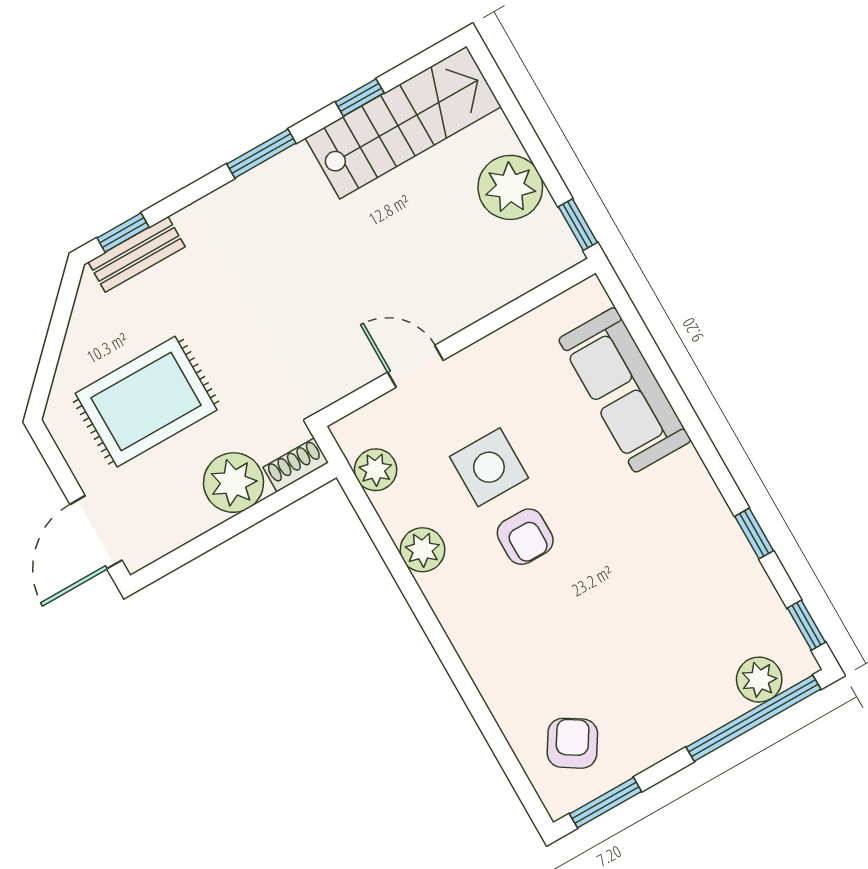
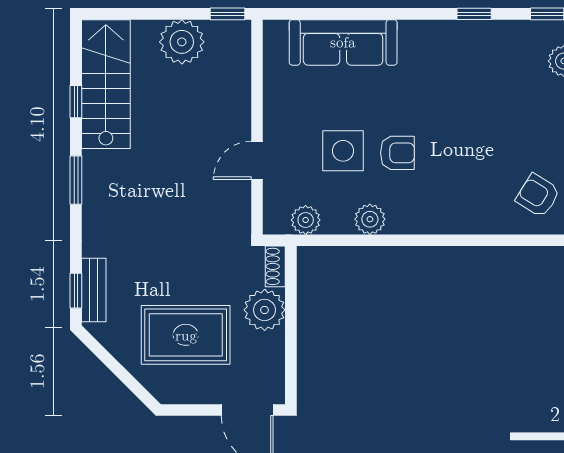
rug: (146, 402) -> (186, 335), turned 90

